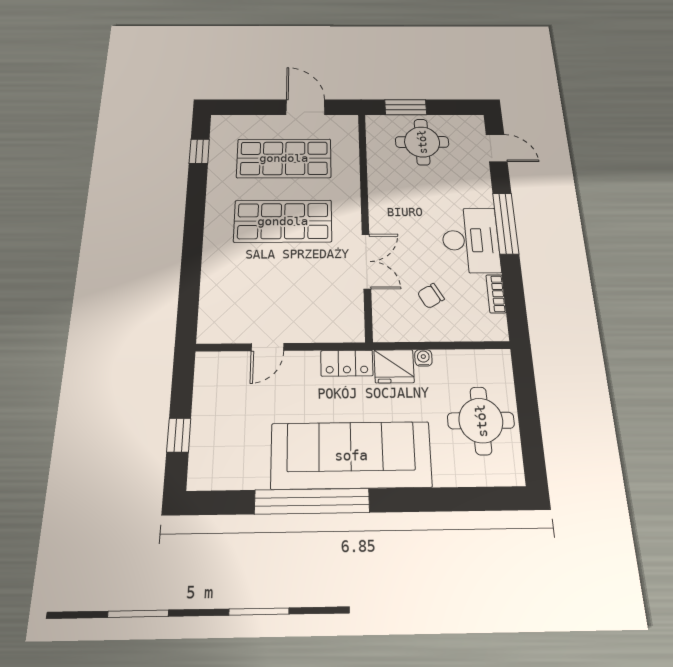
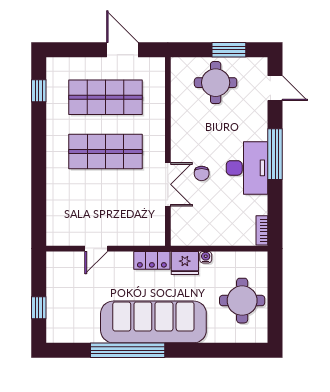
window: (406, 107) -> (229, 50), moved
bookcase: (496, 294) -> (262, 230), moved
chair: (431, 296) -> (202, 173), moved, turned -60

